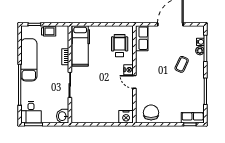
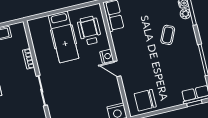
hospital bed: (80, 46) -> (64, 37), moved
chair: (151, 112) -> (145, 100), turned -90

